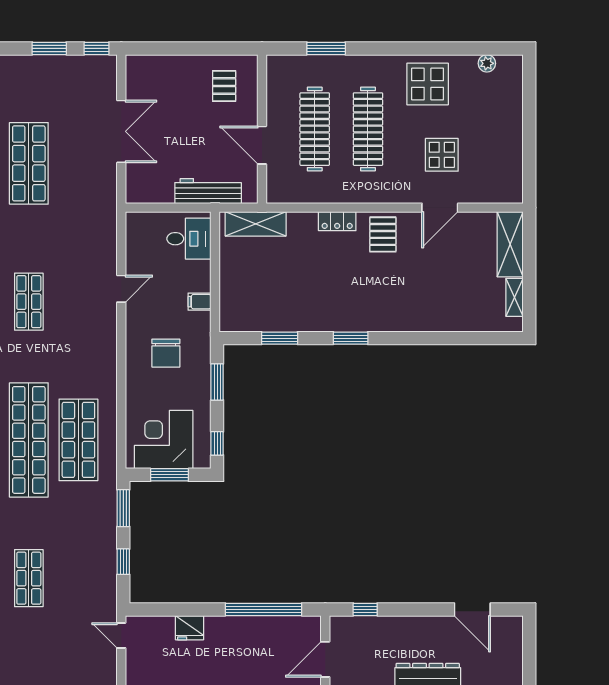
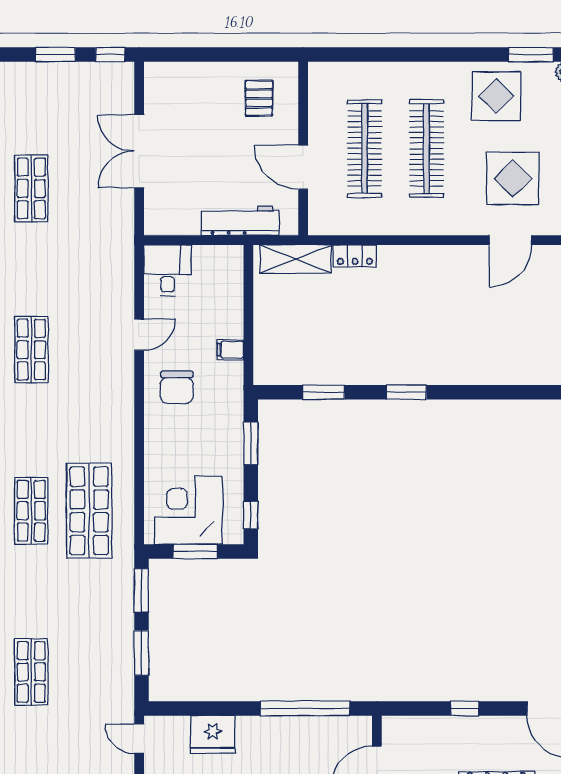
window: (326, 48) -> (531, 55), moved
double door: (121, 131) -> (139, 151), swing flipped
display table: (442, 155) -> (513, 178), width x1.36, depth x1.36
shop shelf: (29, 163) -> (31, 188), width x0.70, depth x0.74
locker: (337, 221) -> (355, 256), moved
pallet: (383, 234) -> (444, 271), removed
desk: (189, 239) -> (168, 270), moved, turned -90
chair: (166, 353) -> (177, 387), moved
shop shelf: (29, 440) -> (31, 511), width x0.50, depth x0.74
window: (123, 562) -> (141, 653), width x1.50
window: (365, 609) -> (465, 708), moved
fridge: (190, 628) -> (213, 735), width x1.36, depth x1.34

